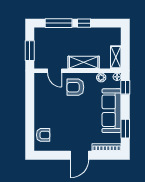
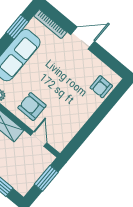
armchair: (75, 87) -> (32, 107), turned 180
armchair: (43, 135) -> (101, 87), turned -90

